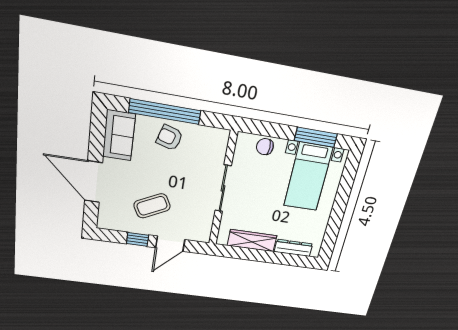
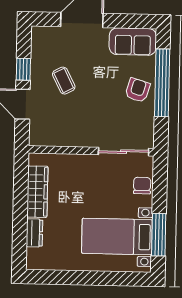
sliding door: (223, 188) -> (124, 152), moved
coffee table: (152, 206) -> (64, 81), width x0.73, depth x0.77
dresser: (293, 248) -> (34, 233), width x0.70

